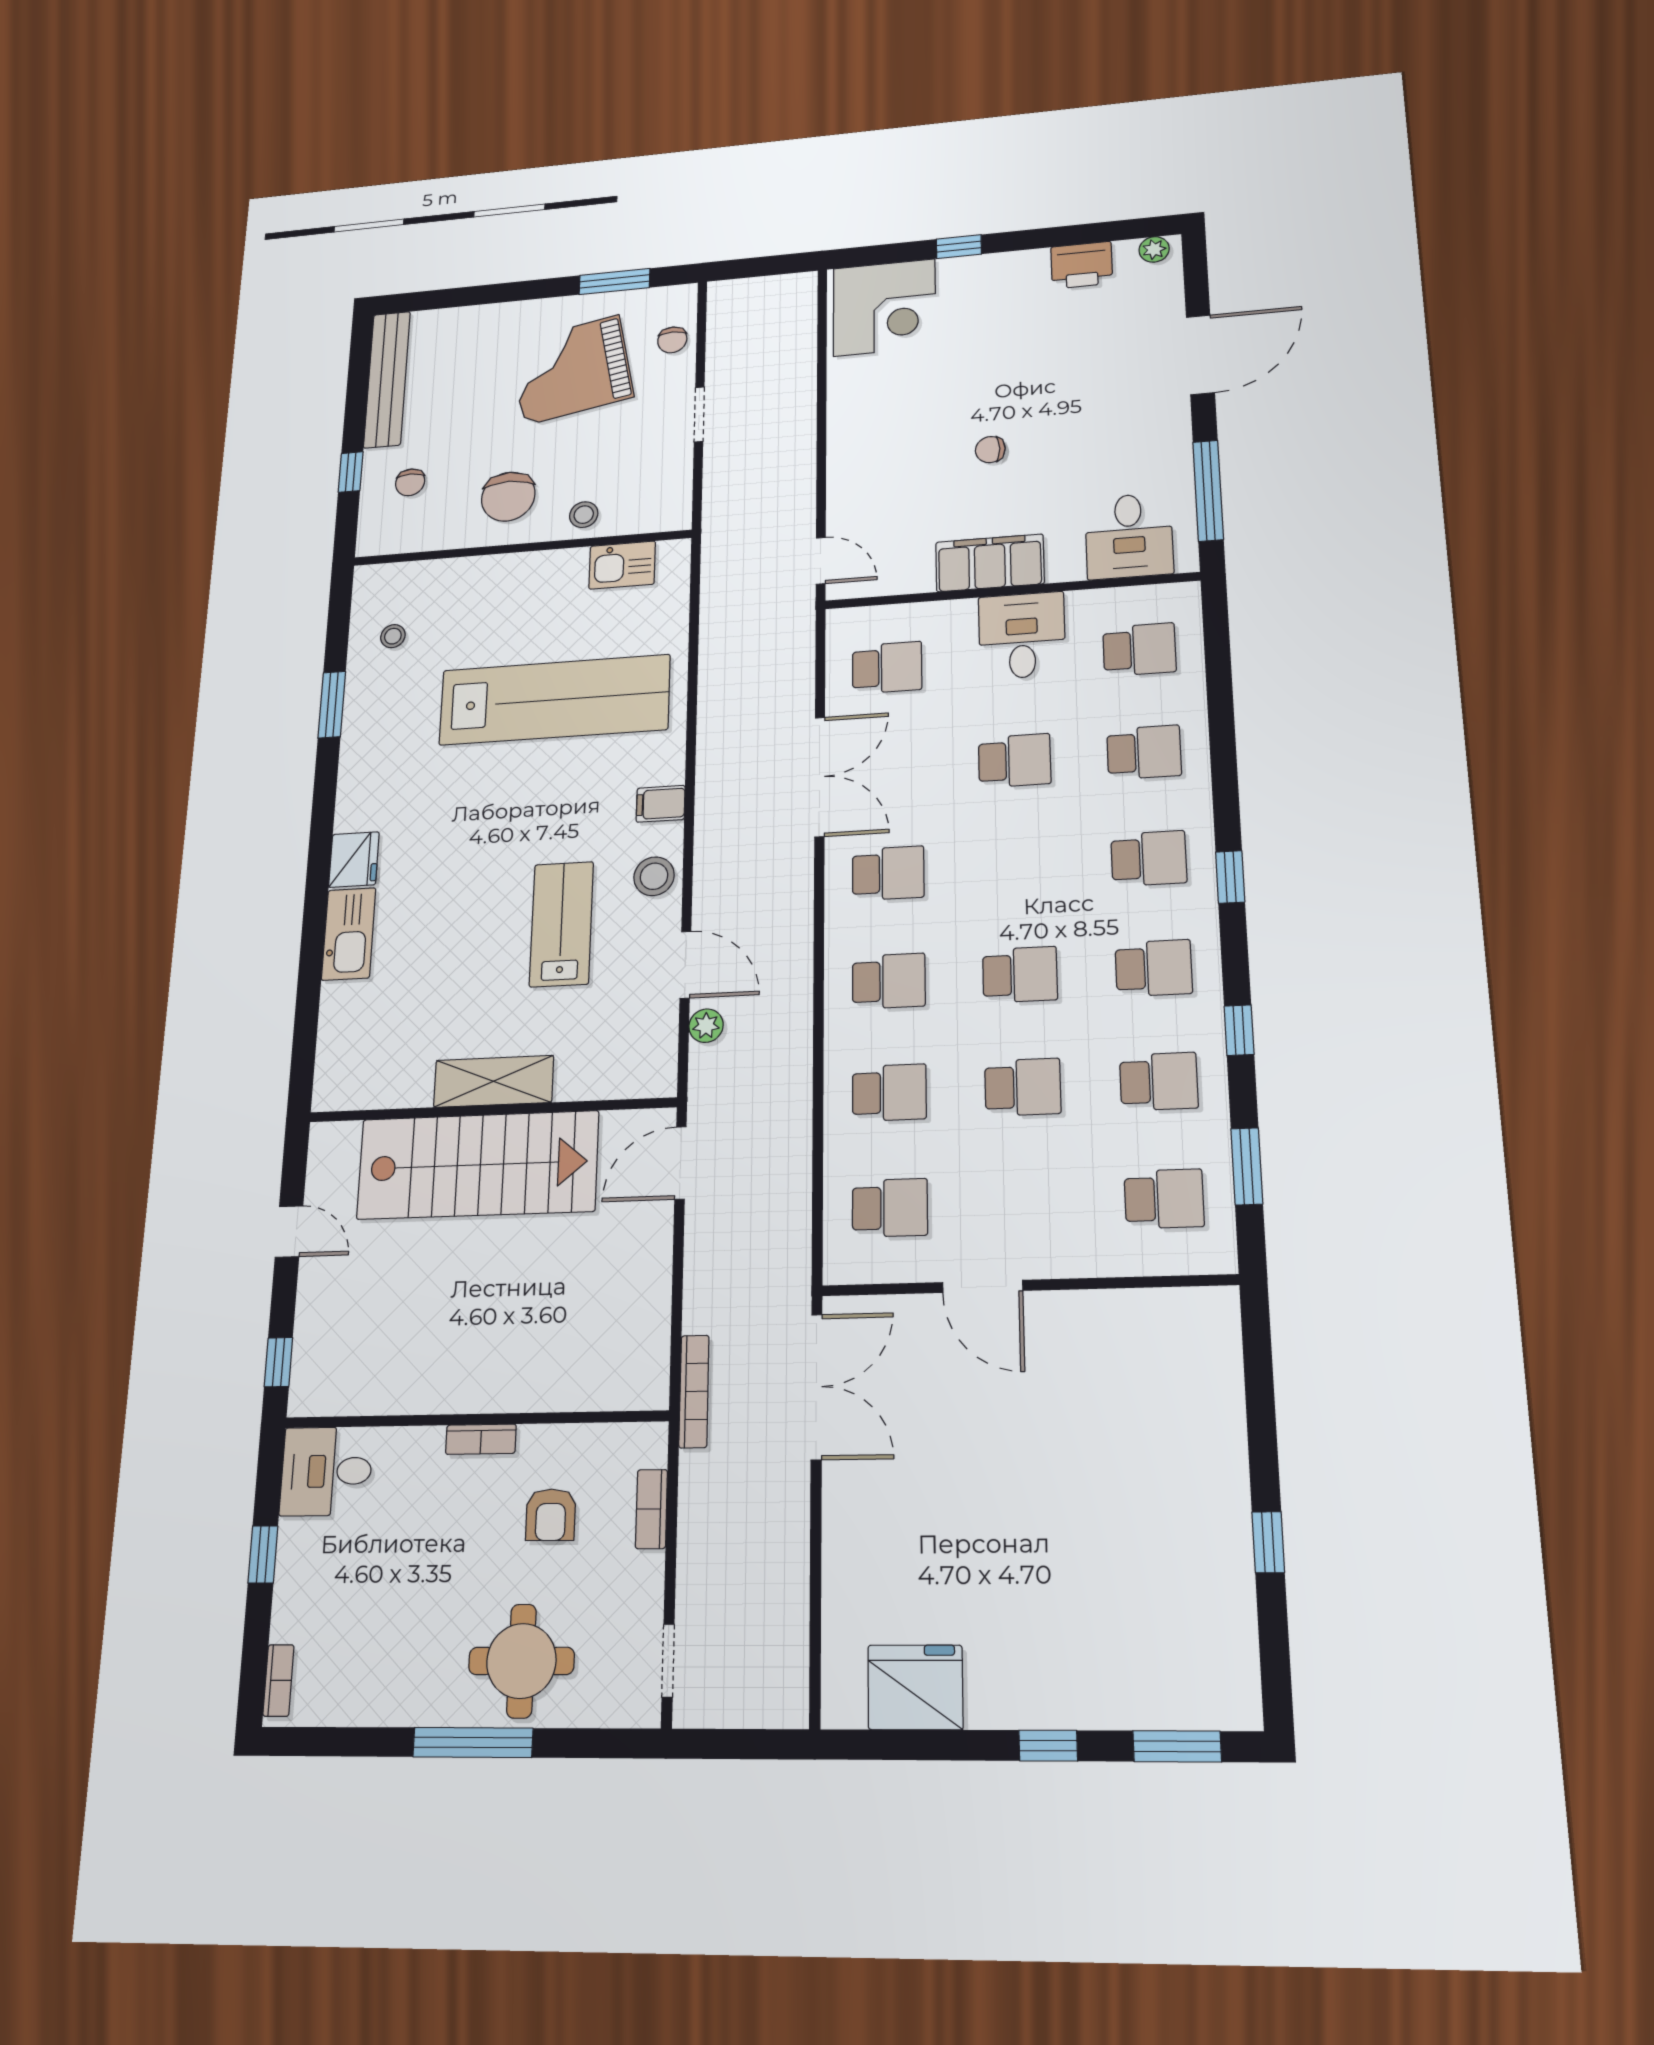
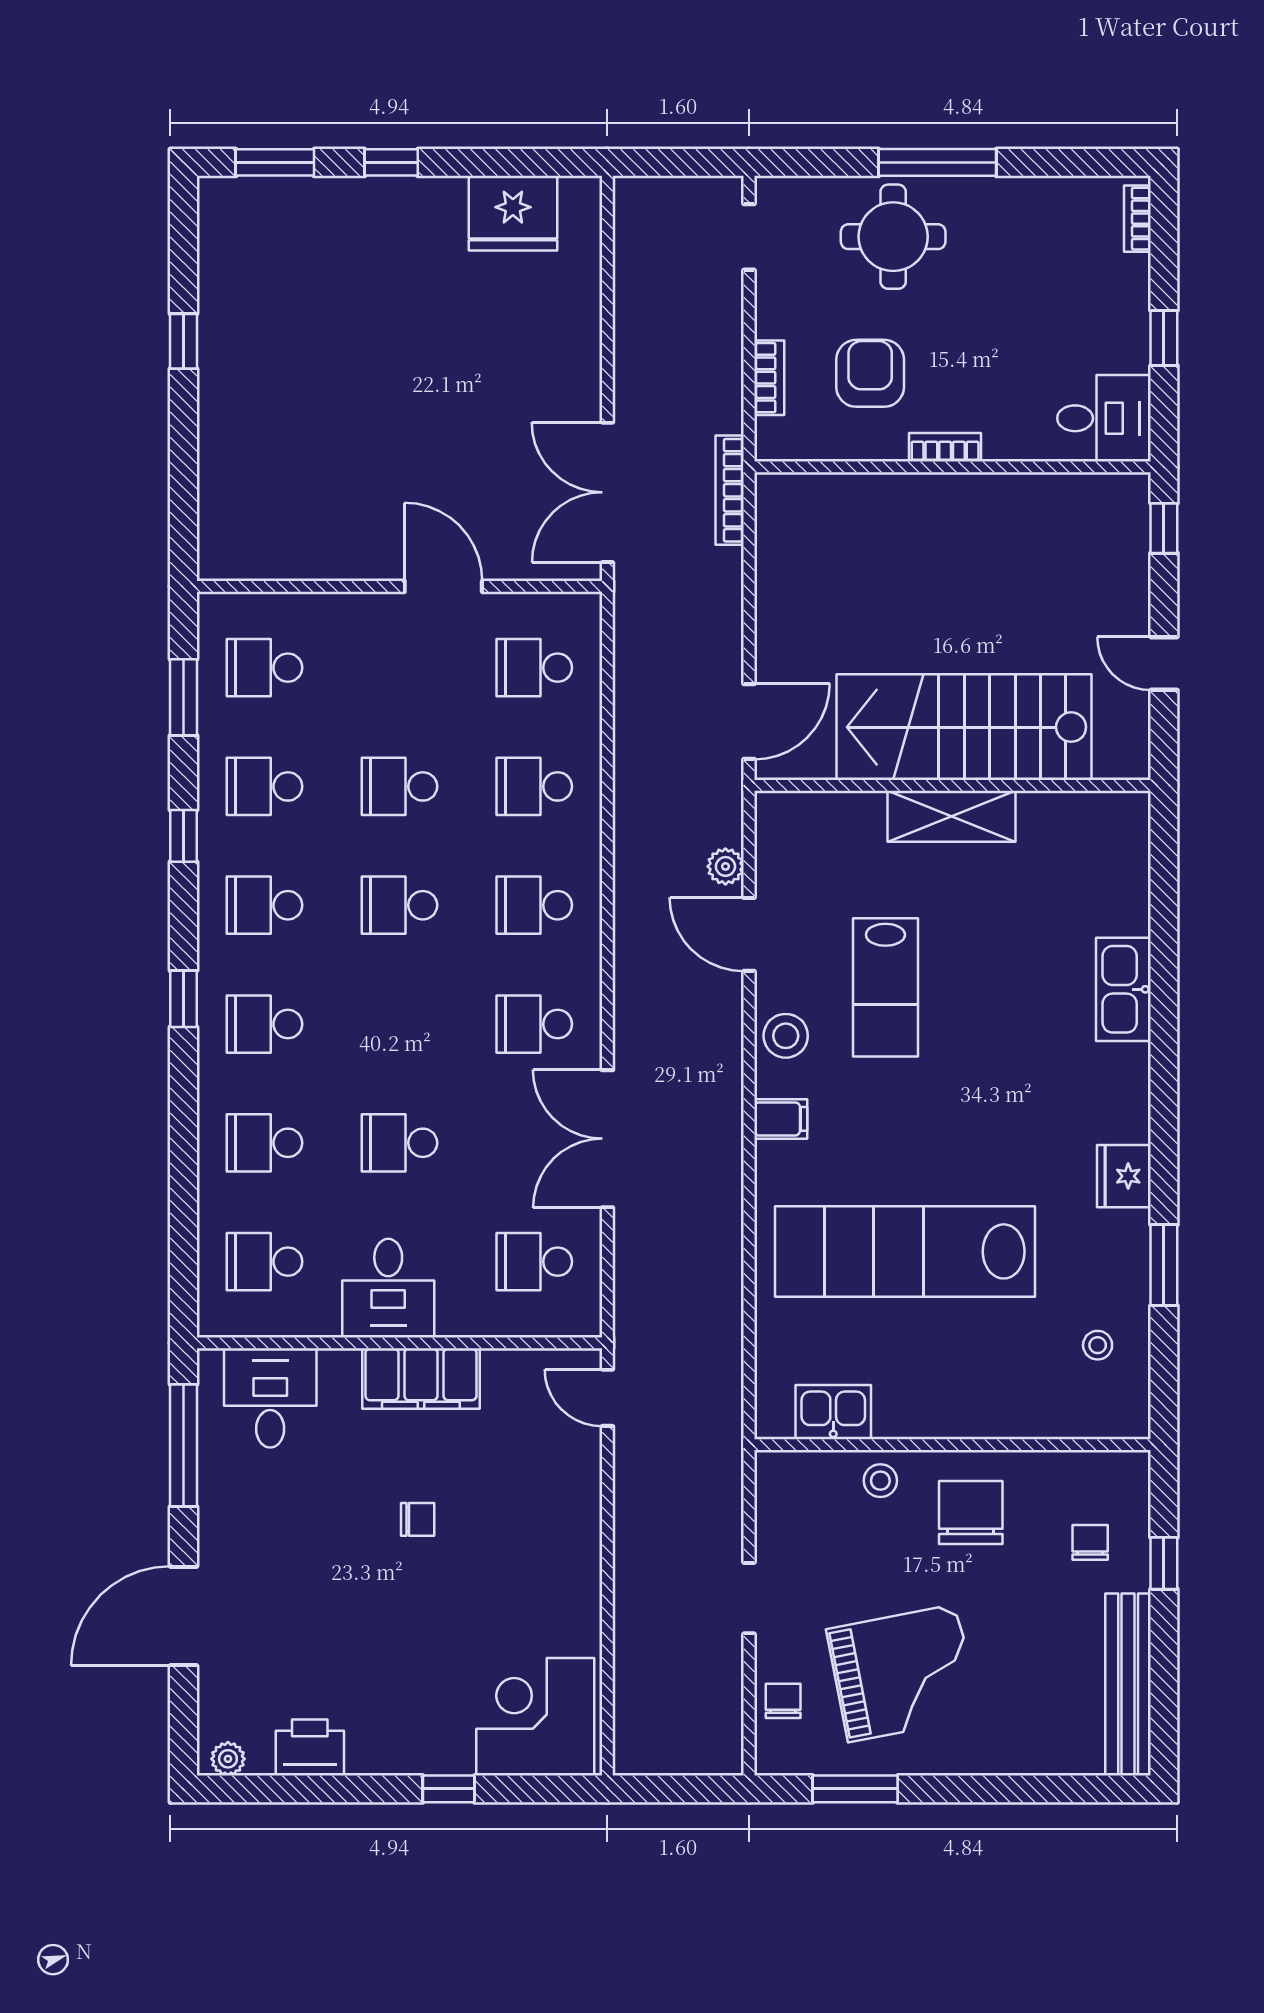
fridge: (354, 860) -> (1124, 1176), moved
armchair: (551, 1515) -> (870, 373), width x1.38, depth x1.38

